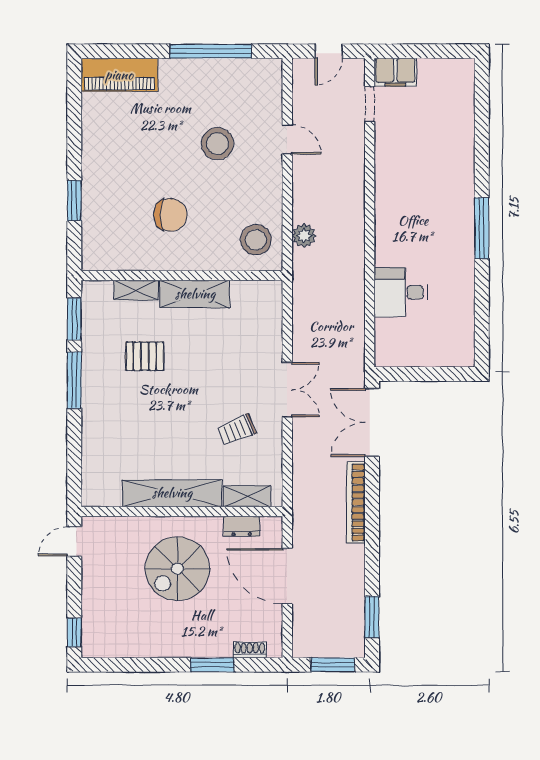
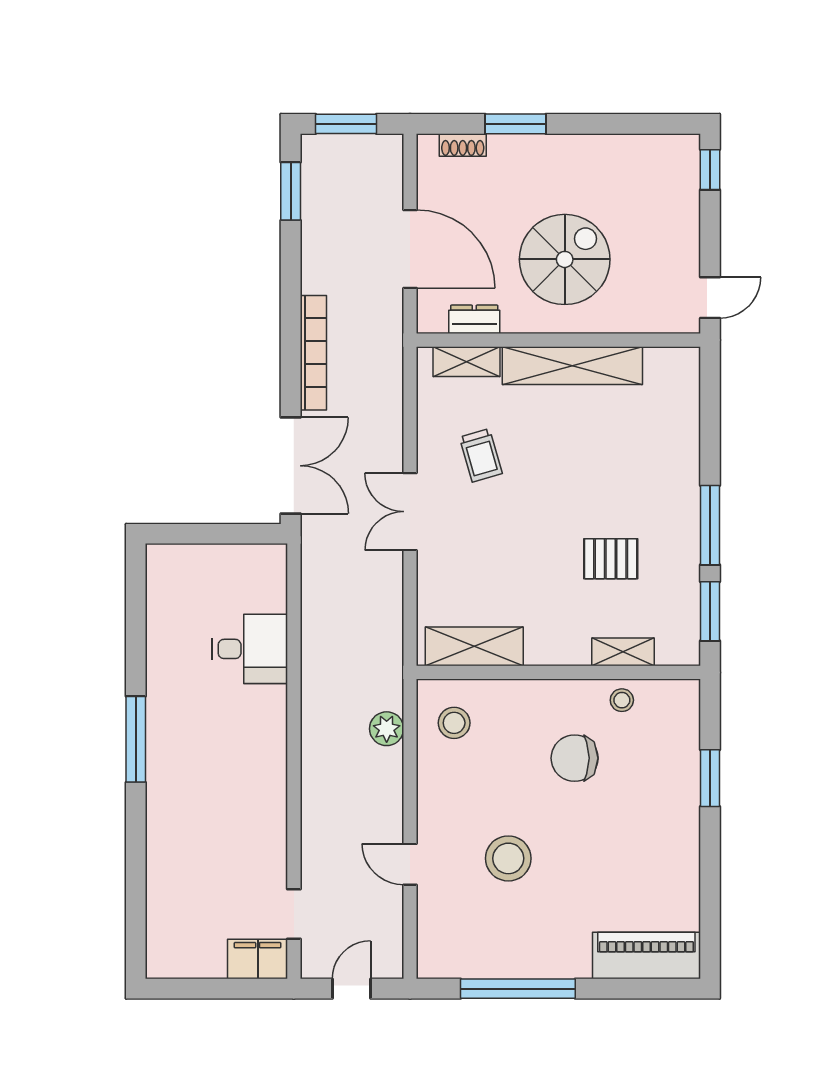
stool: (256, 240) -> (454, 723), width x0.73, depth x0.73
stool: (137, 256) -> (622, 700), added
shelving: (195, 294) -> (474, 646), moved
trolley: (237, 430) -> (481, 455), turned 97

